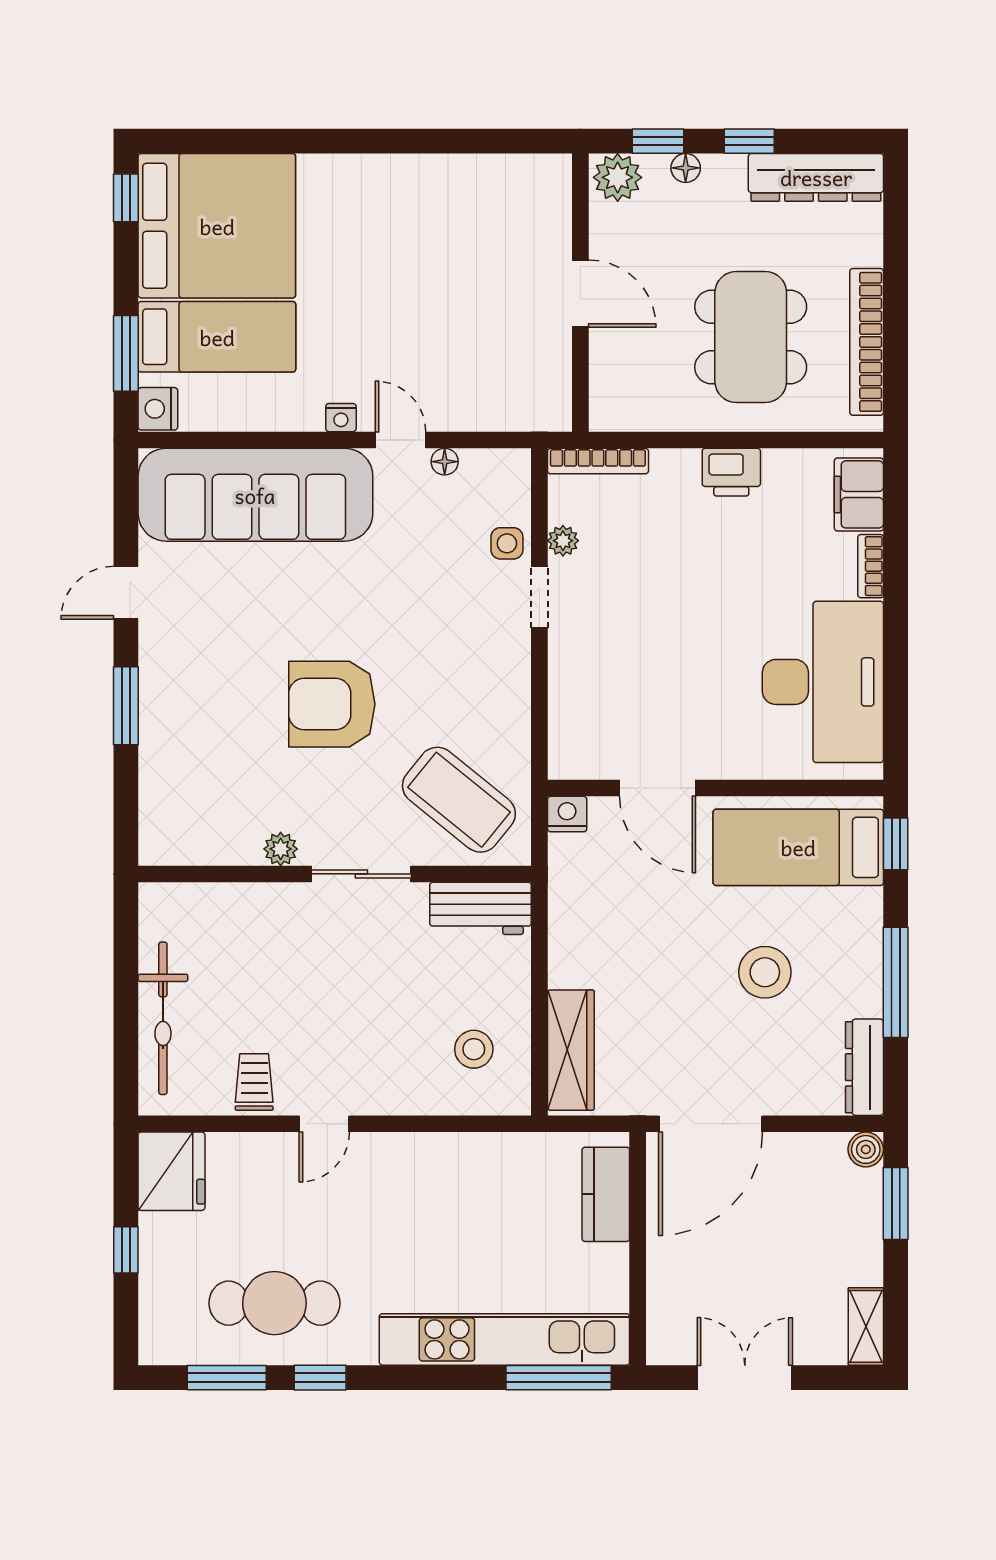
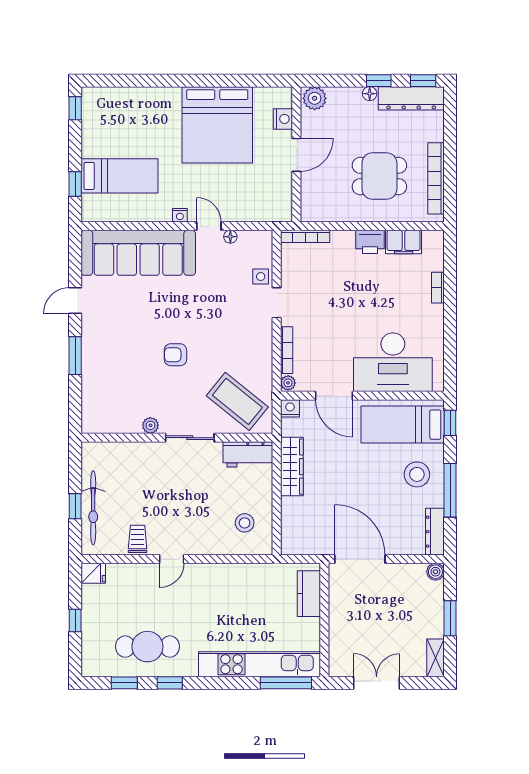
window: (658, 141) -> (423, 81), moved
floor lamp: (686, 168) -> (370, 94), moved
bed: (217, 226) -> (217, 125), moved, turned 90
door: (580, 294) -> (296, 155), hinge flipped
dining table: (751, 337) -> (379, 176), width x0.73
window: (126, 353) -> (75, 184), width x0.67
nightstand: (158, 409) -> (283, 119), moved, turned 180
filing cabinet: (859, 494) -> (404, 242), moved, turned -90
plant: (563, 541) -> (288, 383), moved
desk: (823, 682) -> (393, 362), moved, turned 90
bookcase: (560, 695) -> (287, 350), added
armchair: (332, 704) -> (175, 355), width x0.53, depth x0.53
stool: (765, 972) -> (417, 474), moved
window: (126, 1015) -> (75, 506), added
wardrobe: (571, 1050) -> (292, 467), moved
door: (710, 1124) -> (360, 559), swing flipped
fridge: (171, 1171) -> (93, 573), width x0.53, depth x0.75
window: (896, 1203) -> (450, 618), moved
window: (227, 1378) -> (124, 683), width x0.67

